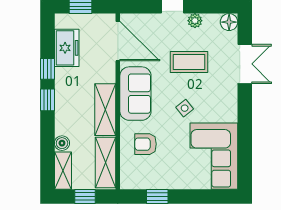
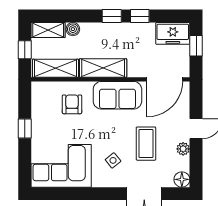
freezer: (67, 48) -> (173, 33), moved
side table: (185, 108) -> (113, 160), moved
window: (157, 197) -> (25, 128), moved

